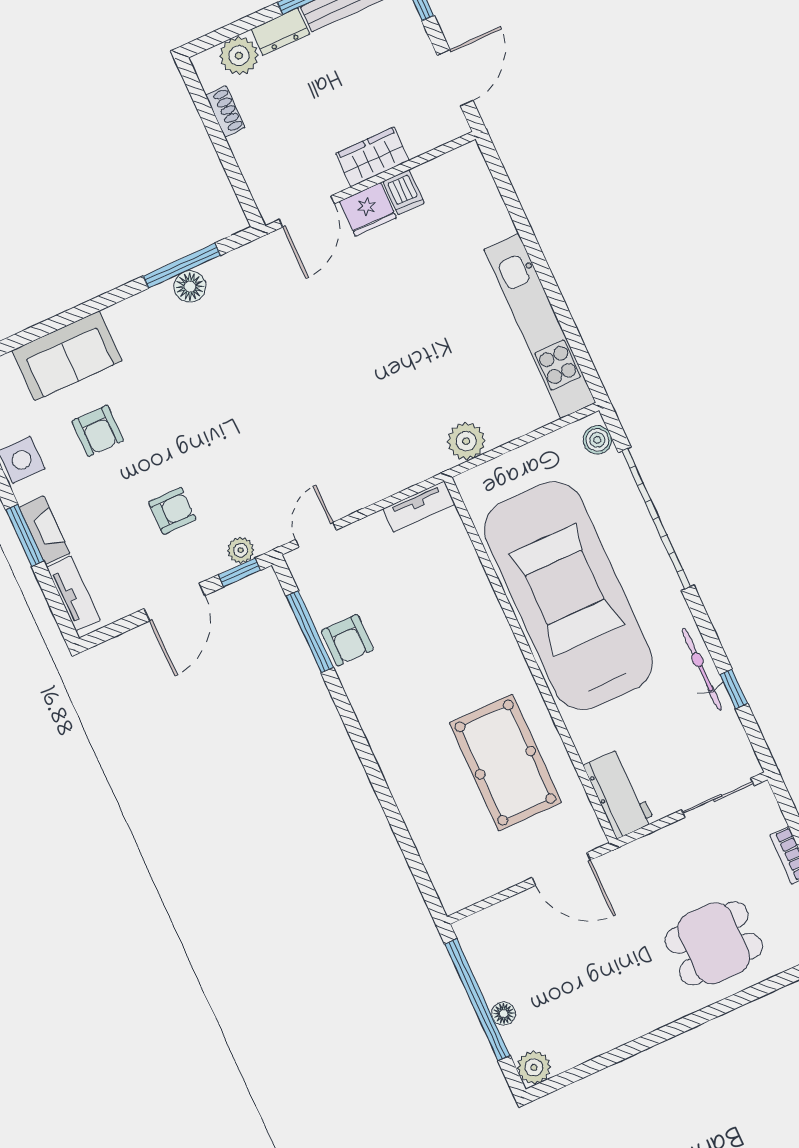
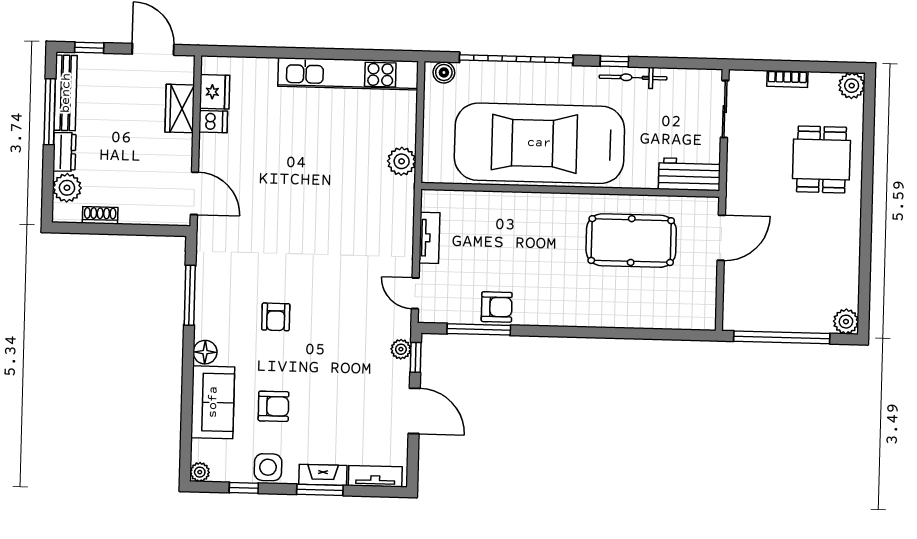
wardrobe: (373, 157) -> (180, 108), moved
fridge: (368, 209) -> (215, 92), moved
floor lamp: (190, 287) -> (205, 352), moved
tv unit: (419, 506) -> (429, 238), moved
armchair: (172, 511) -> (276, 317), moved, turned 180
window: (734, 689) -> (614, 61), moved
floor lamp: (504, 1014) -> (800, 324), removed

